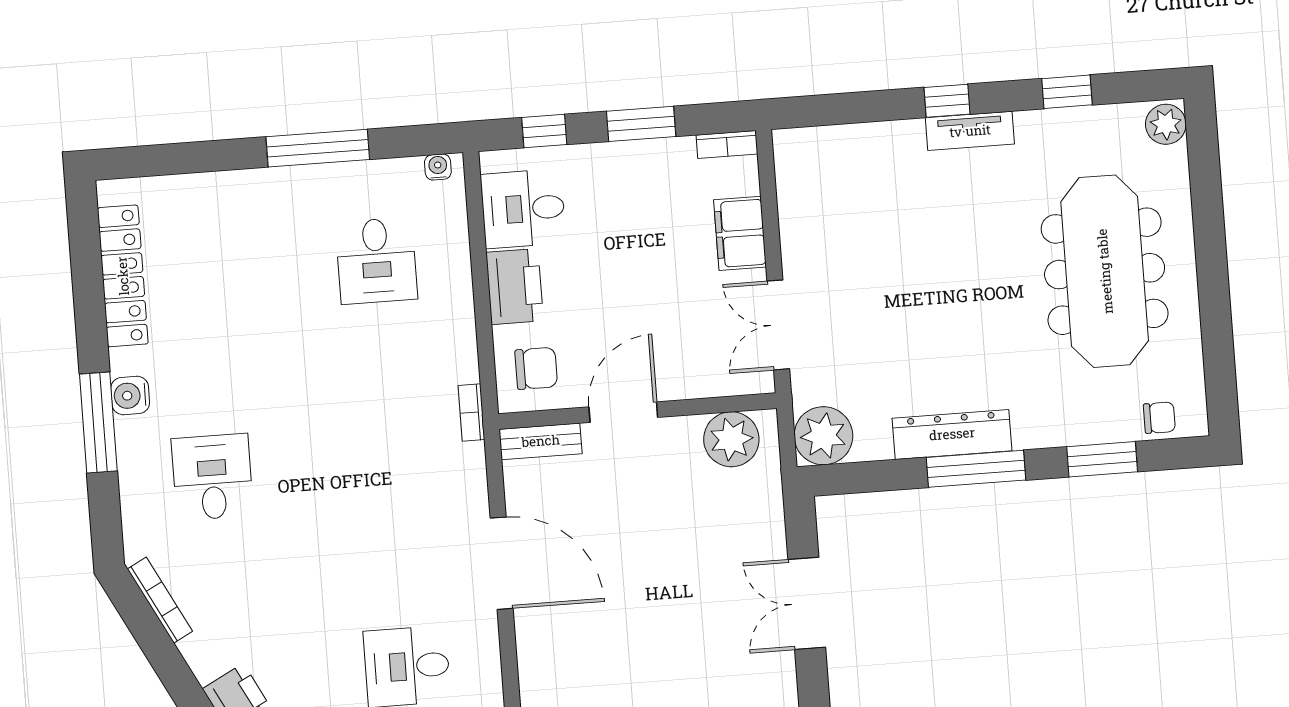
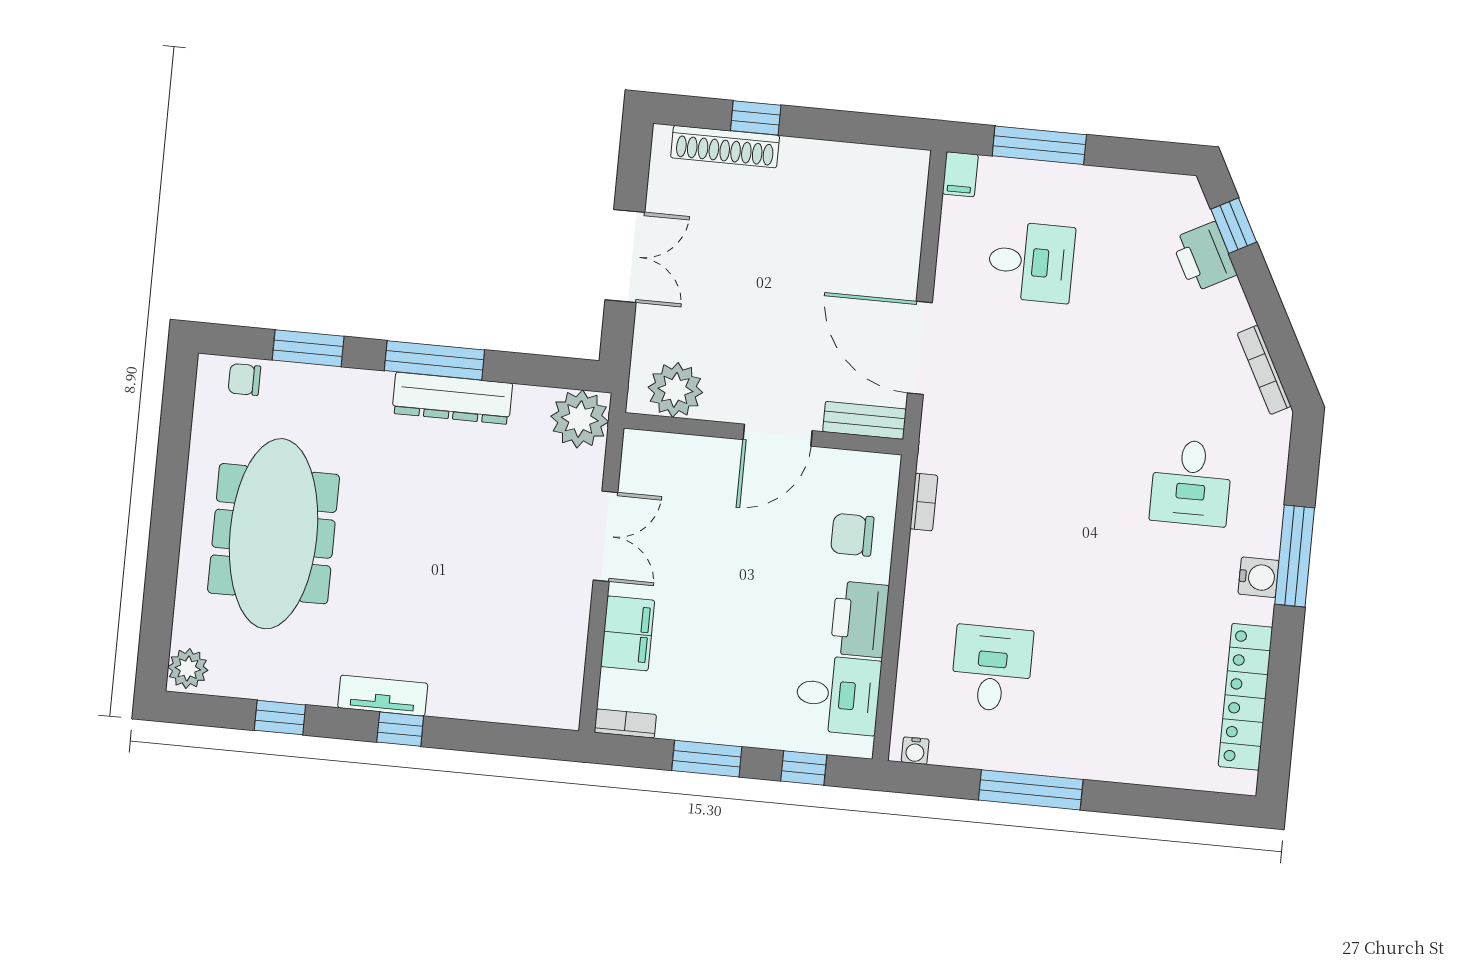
wall: (637, 411) -> (763, 434), moved
door: (623, 412) -> (778, 435), moved
plant: (731, 439) -> (675, 390), moved
bench: (541, 441) -> (864, 420), moved

